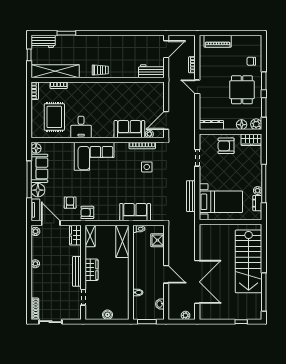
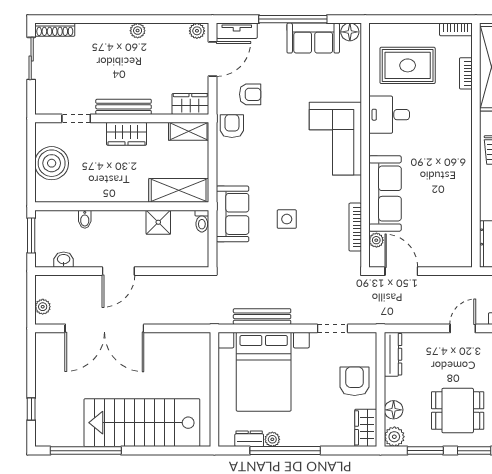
sofa: (129, 129) -> (385, 193), width x1.36
side table: (147, 167) -> (287, 219), moved
floor lamp: (38, 190) -> (273, 35), removed
bed with nightstands: (221, 202) -> (264, 372), width x1.36
shower: (157, 240) -> (158, 222), moved
boiler: (107, 315) -> (52, 163), width x1.86, depth x1.86

